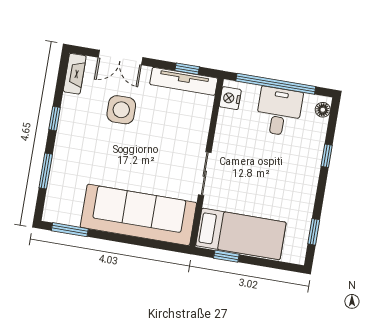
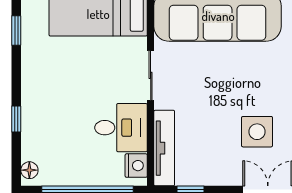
tv unit: (184, 81) -> (164, 148), moved, turned 90
desk: (279, 111) -> (121, 128), moved, turned -90

